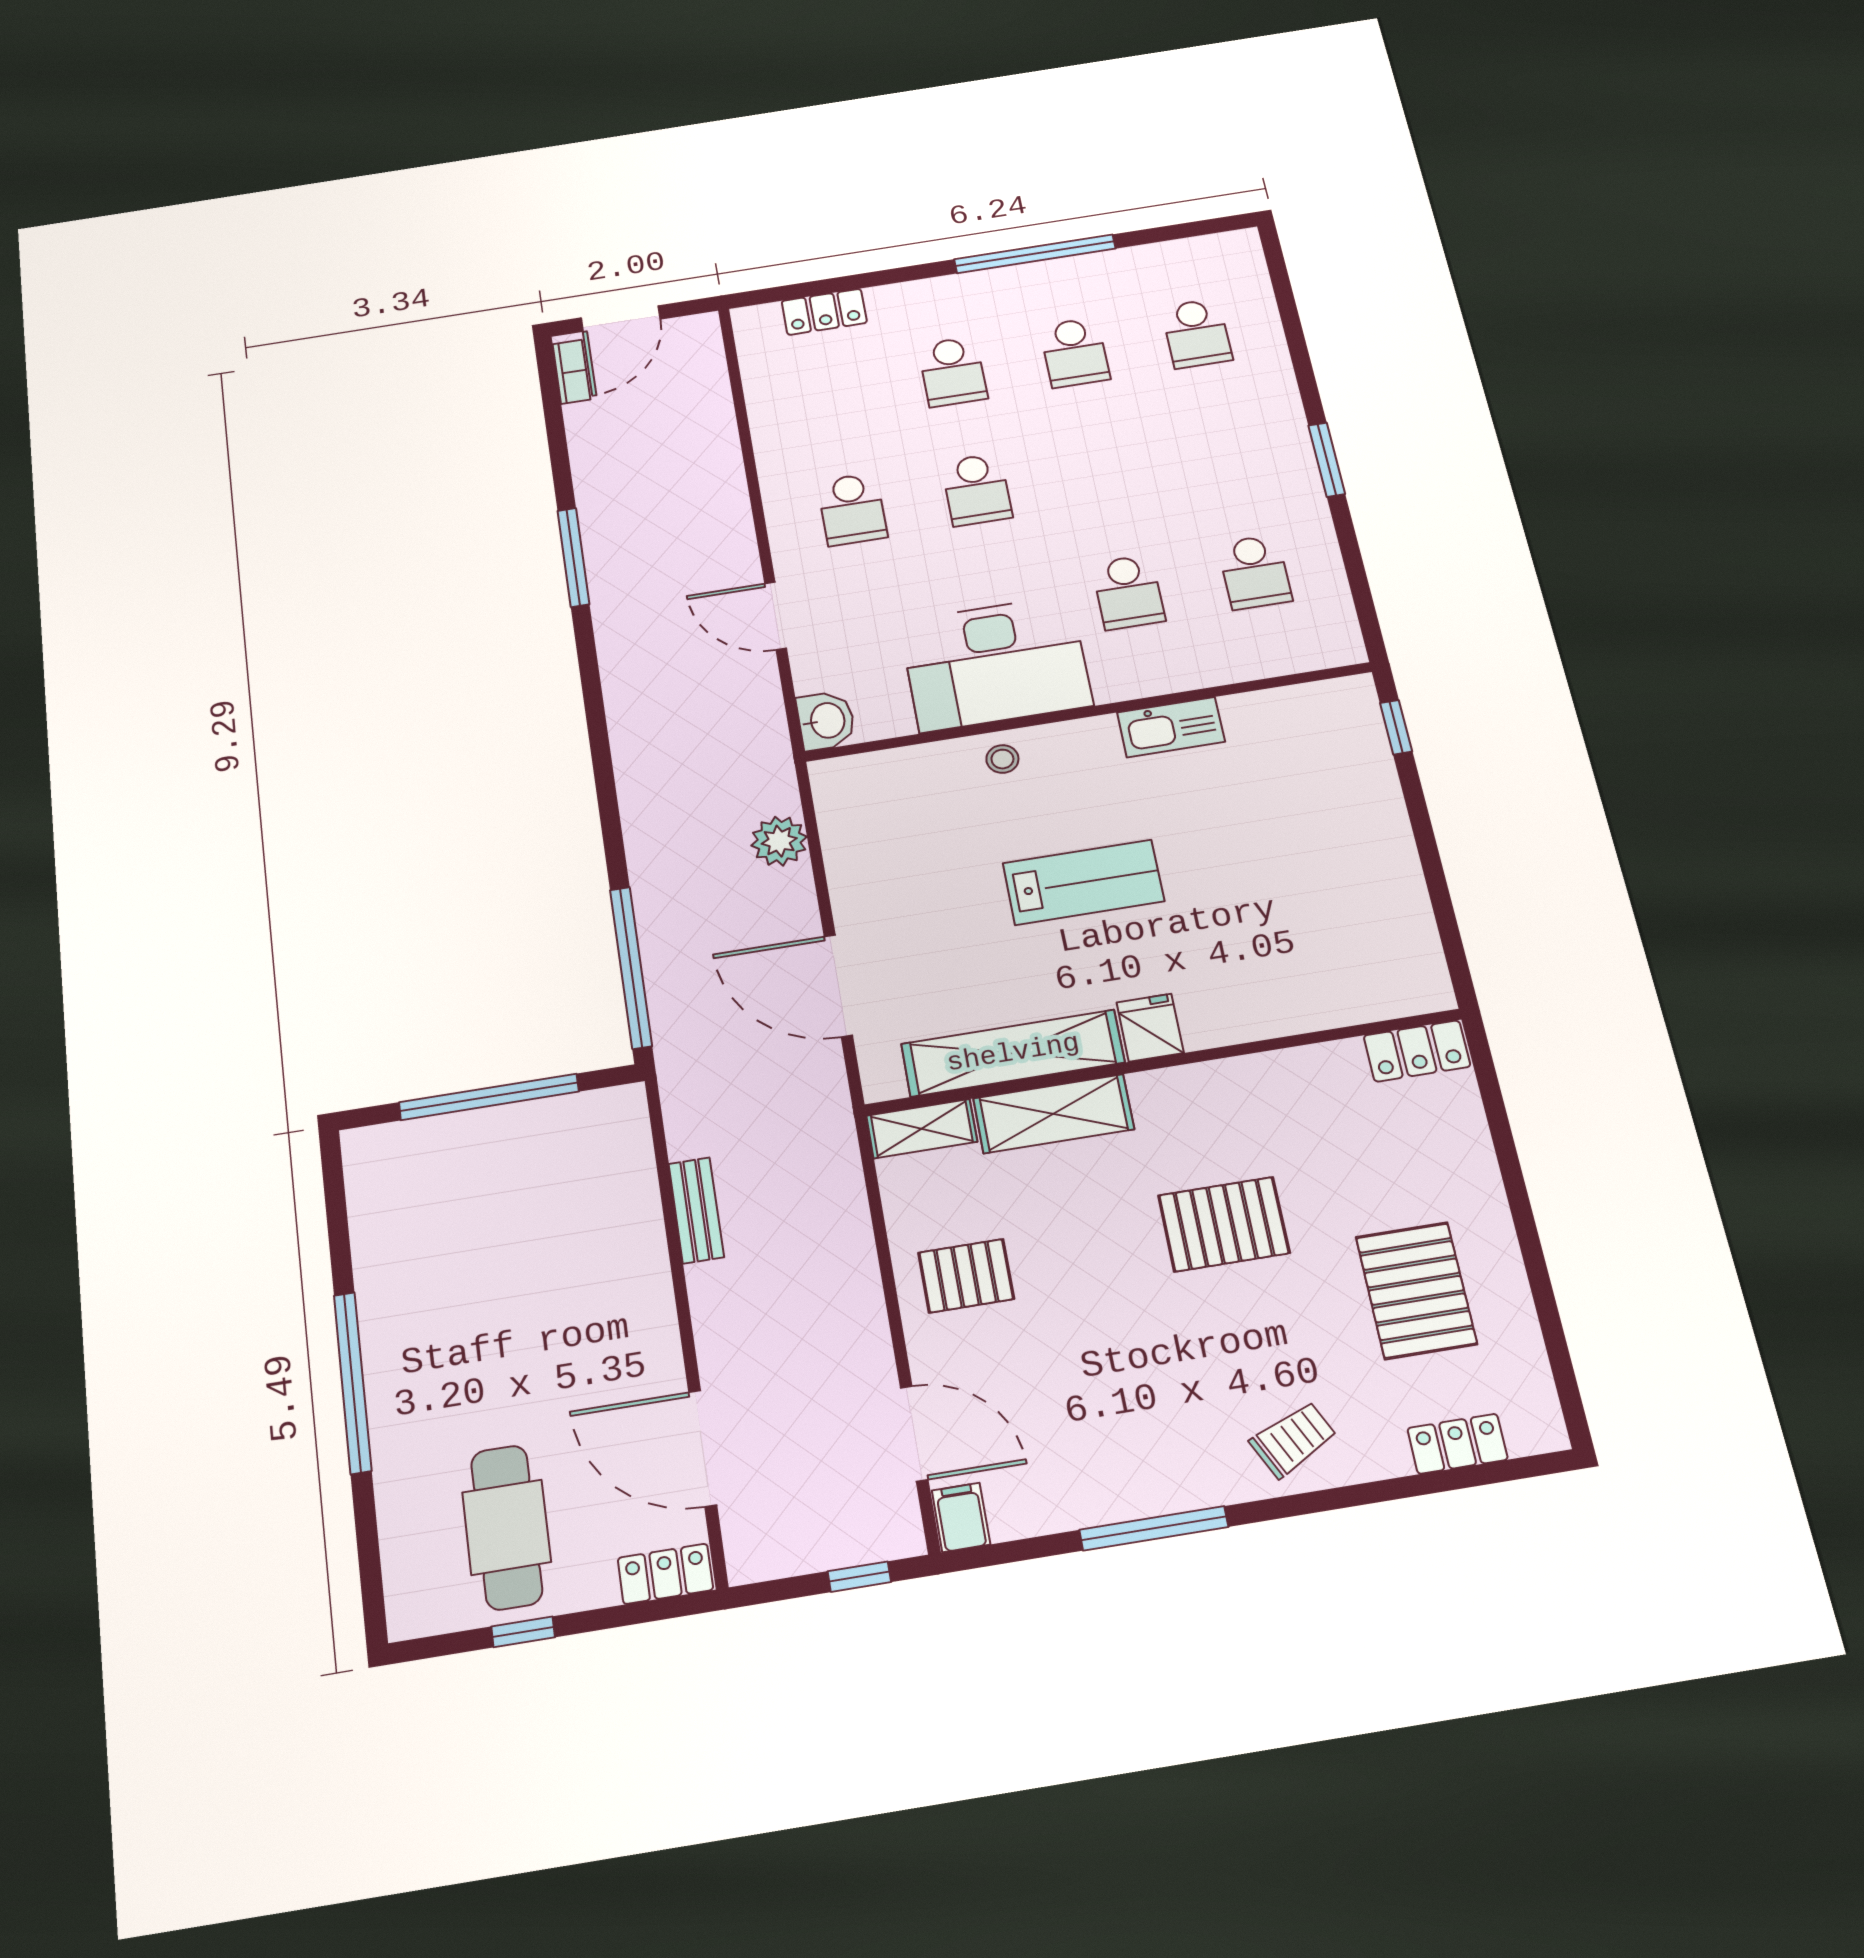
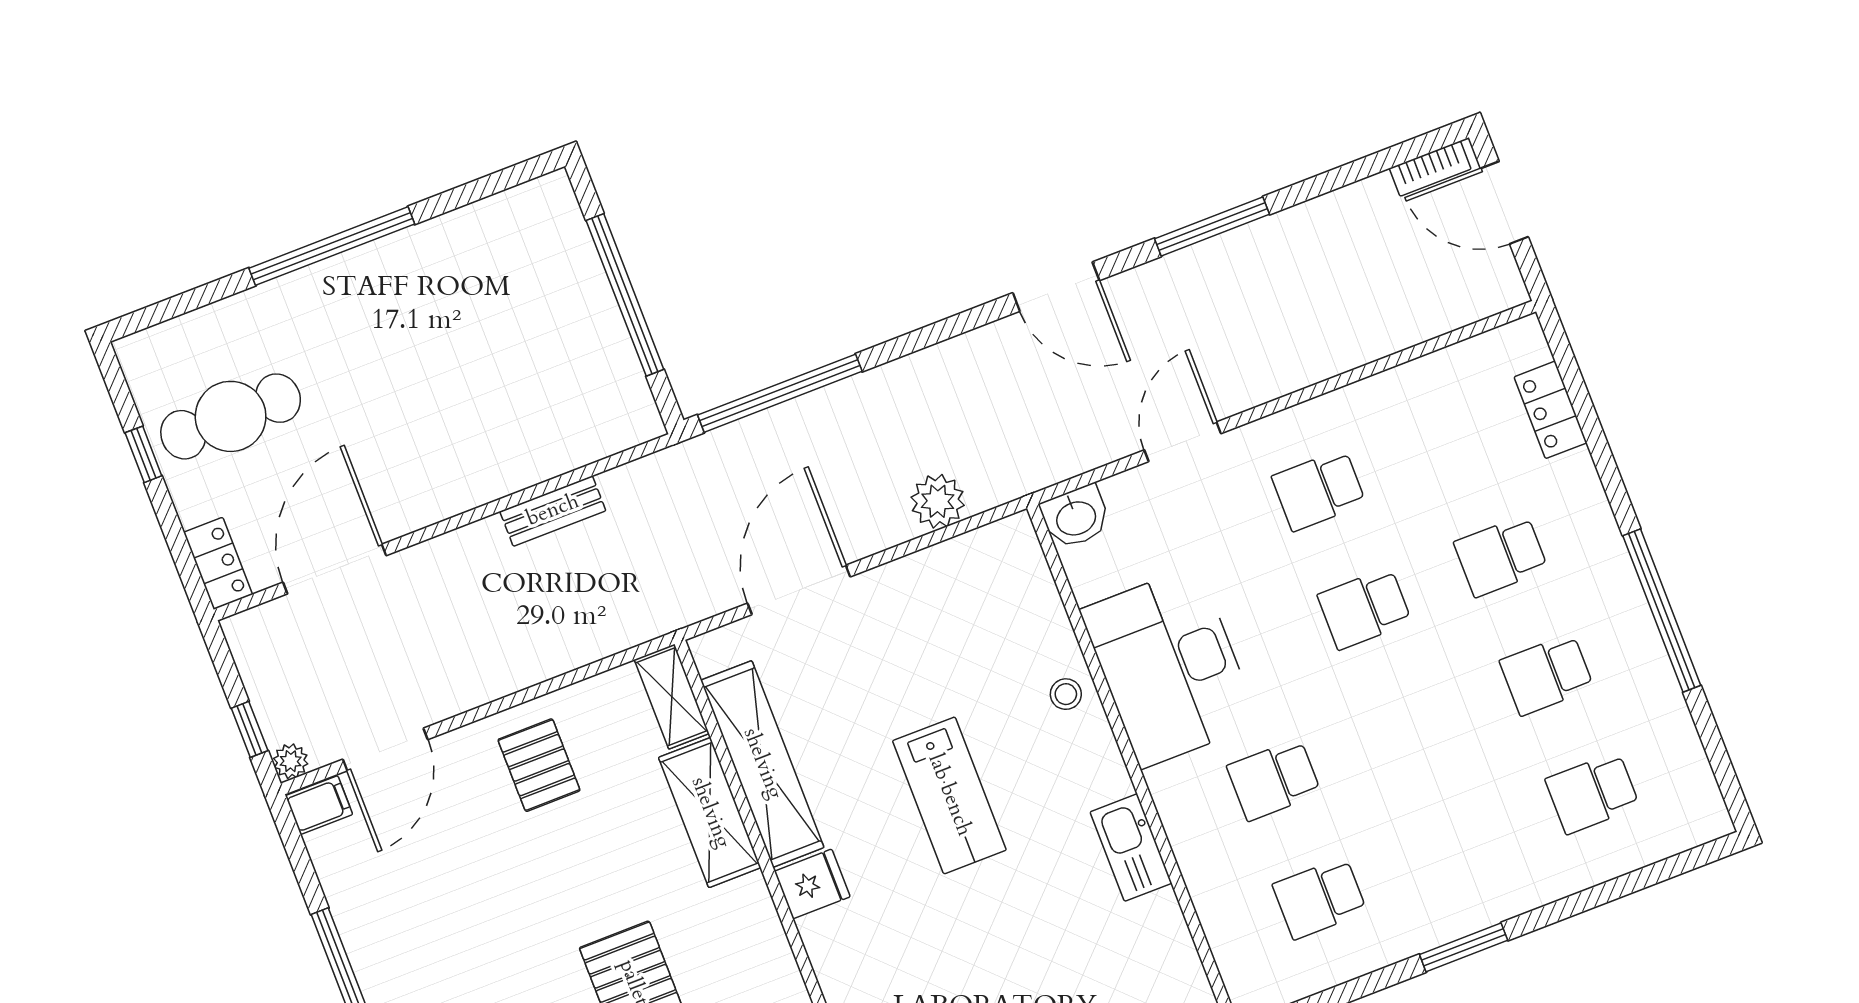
door: (593, 700) -> (1056, 287), added
plant: (905, 1539) -> (291, 761), added

